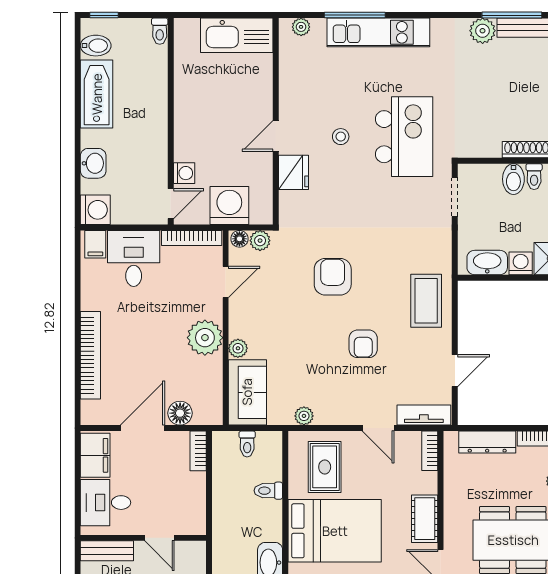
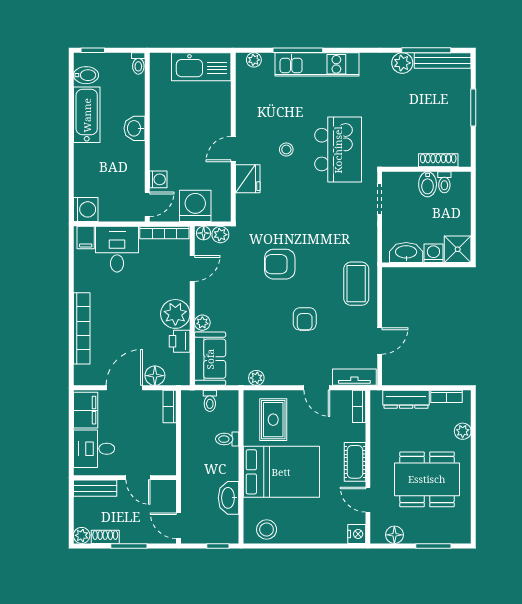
washbasin: (93, 163) -> (135, 128), moved, turned 180
armchair: (333, 277) -> (280, 264), turned -90
printer: (210, 371) -> (180, 341), added

